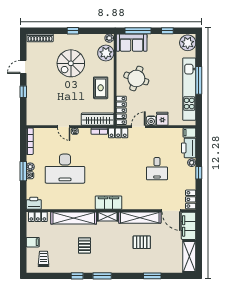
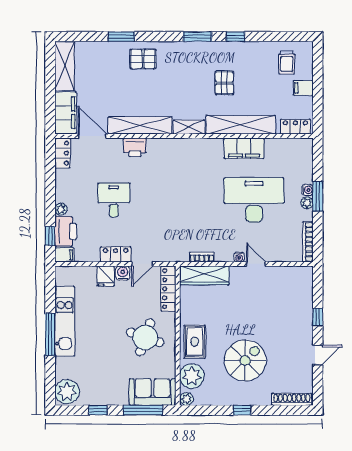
rug: (101, 88) -> (195, 342), moved
kitchen unit: (189, 89) -> (65, 321), width x0.73
locker: (118, 133) -> (116, 254), moved
window: (199, 173) -> (50, 236), moved
printer: (34, 203) -> (135, 147), moved
filing cabinet: (109, 203) -> (244, 148), moved
pallet: (142, 242) -> (143, 59), moved

